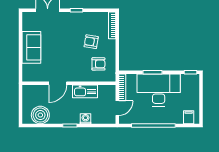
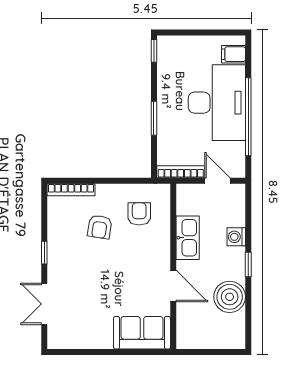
sofa: (31, 47) -> (142, 333), moved
desk: (159, 90) -> (217, 103), moved, turned 180
boiler: (40, 115) -> (230, 297), moved

